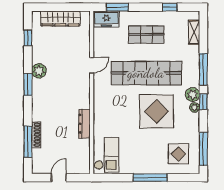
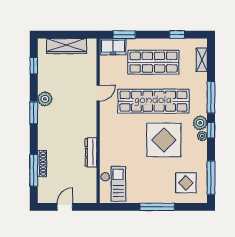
shop shelf: (146, 34) -> (153, 62), width x1.43, depth x1.36

